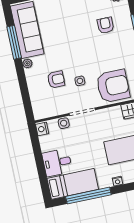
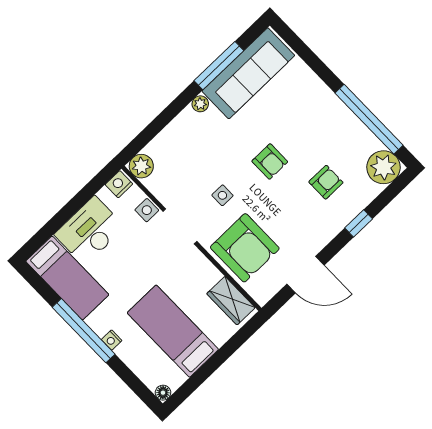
armchair: (56, 79) -> (270, 161), moved
plant: (40, 112) -> (141, 166), added
desk: (57, 163) -> (90, 231), width x1.37
window: (88, 196) -> (84, 331), moved

